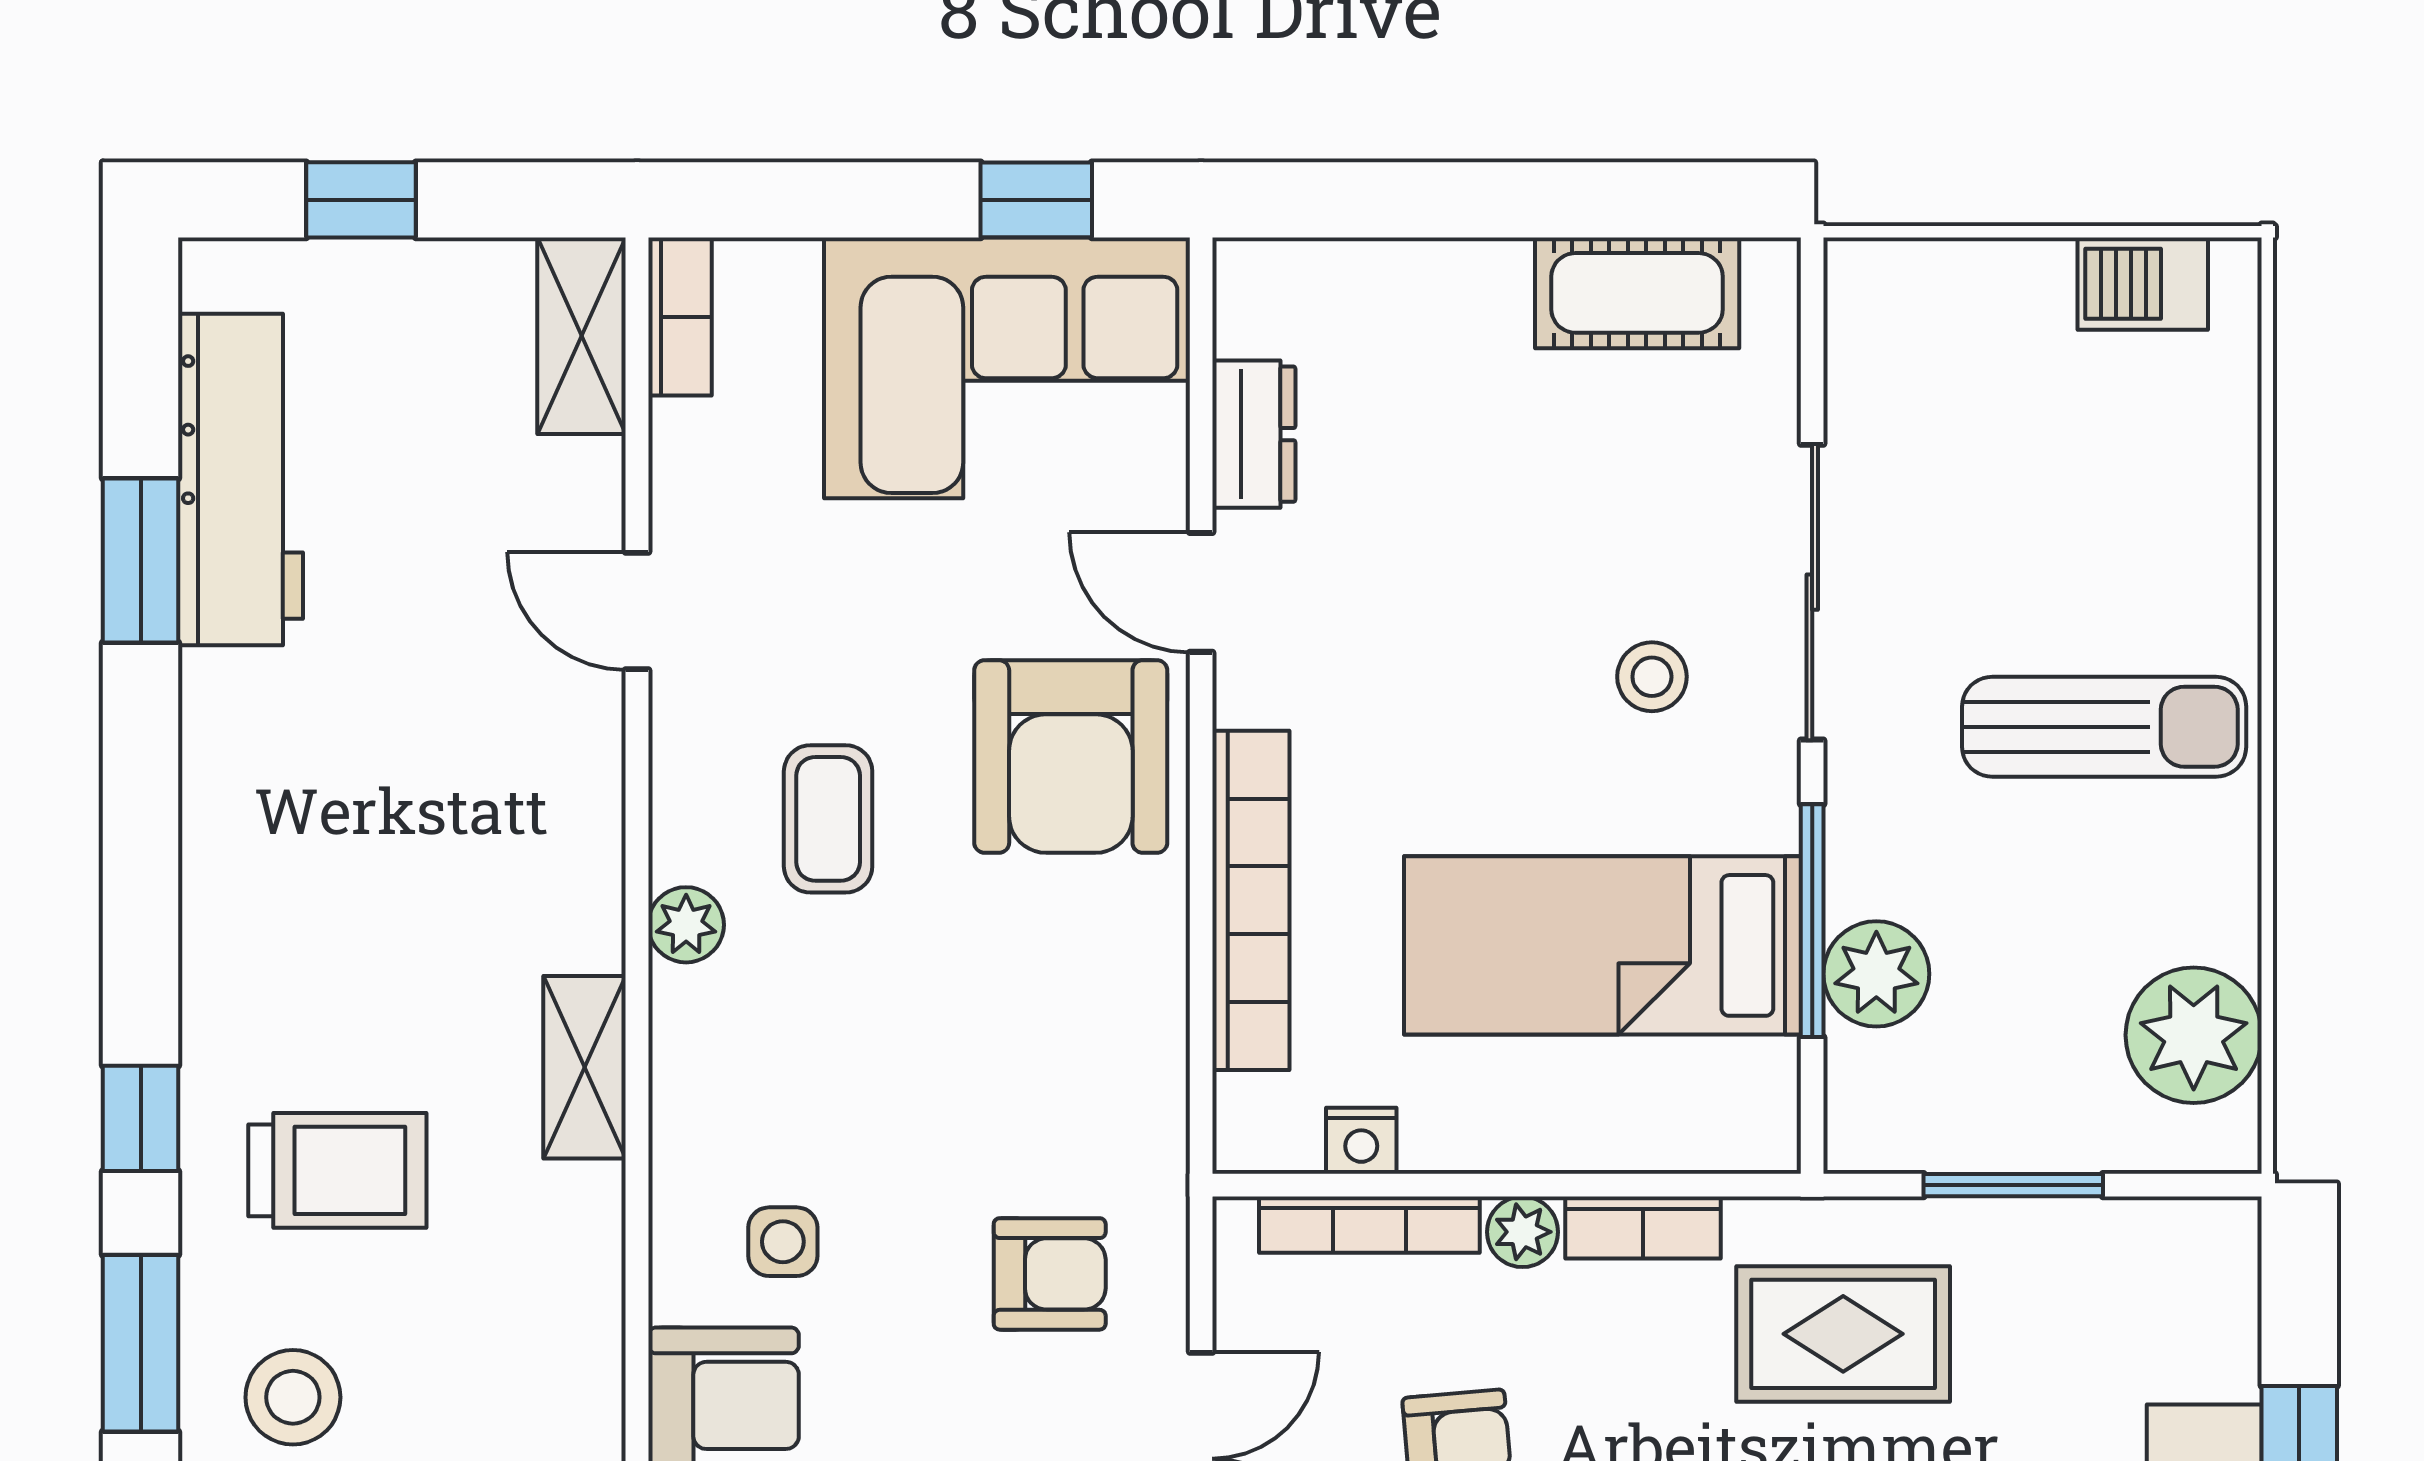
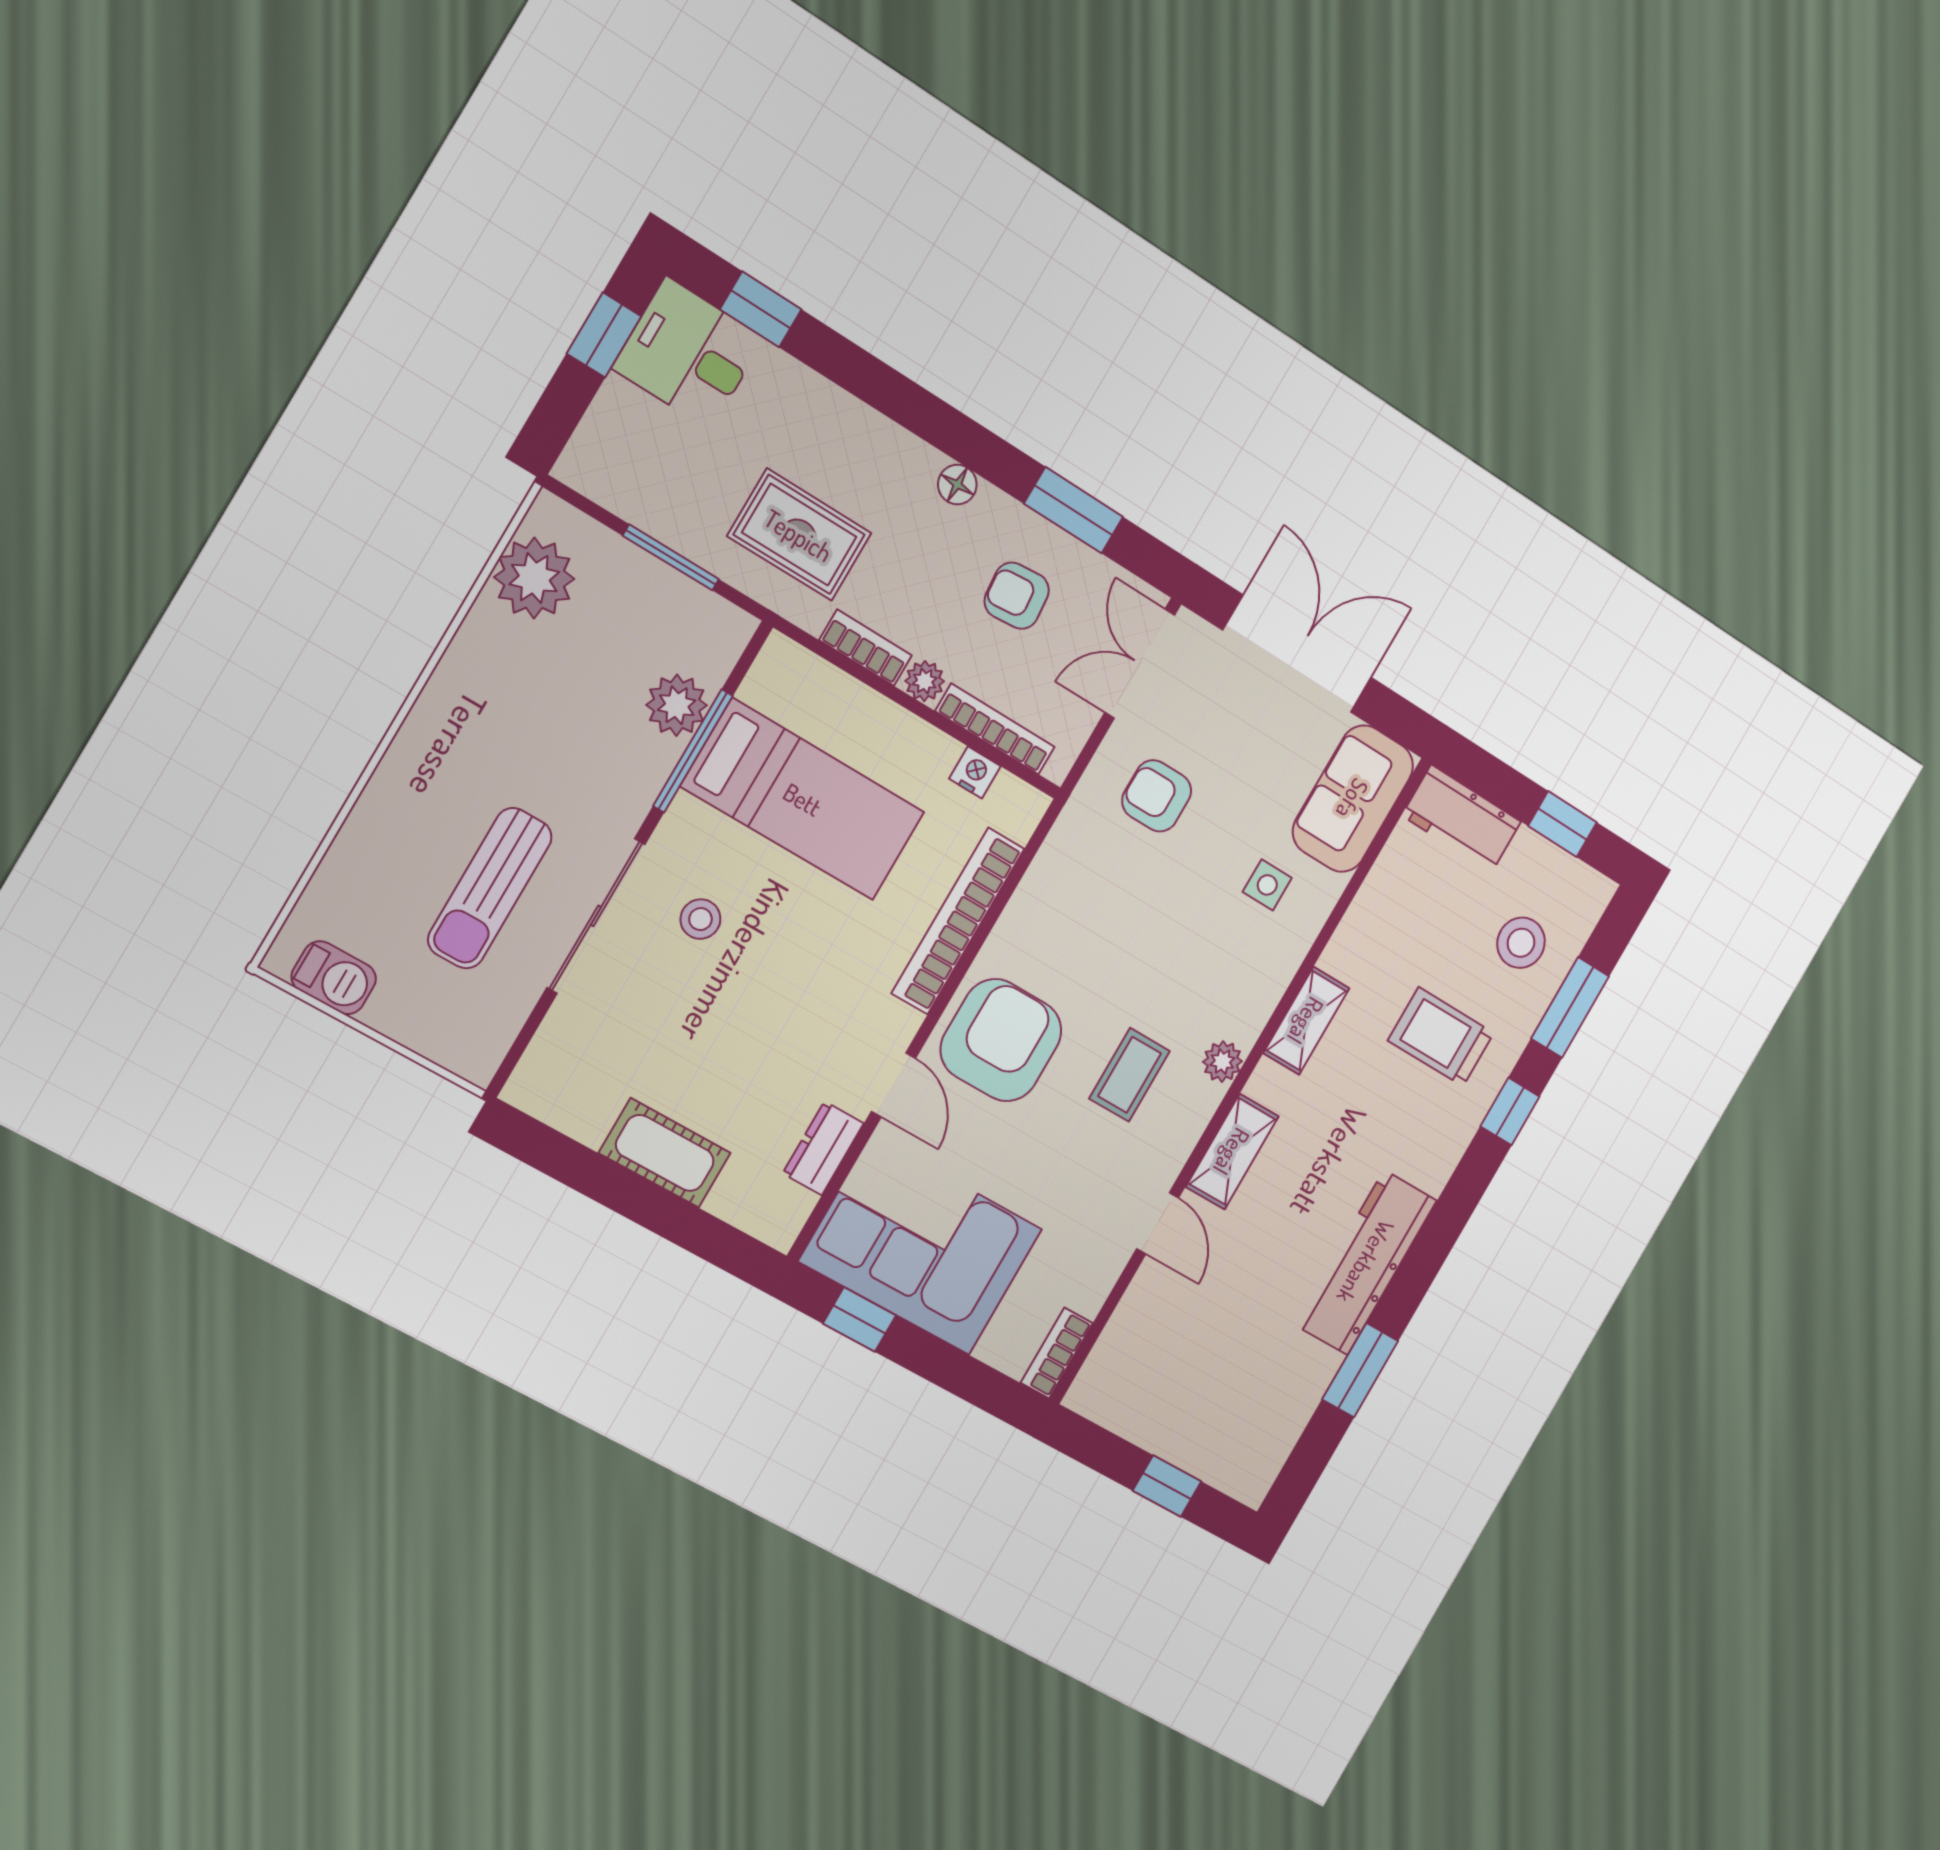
cot: (1637, 293) -> (665, 1153), moved
shelving: (581, 336) -> (1232, 1152), moved
workbench: (241, 479) -> (1366, 1262), moved
sun lounger: (2104, 727) -> (490, 888), moved, turned -90

